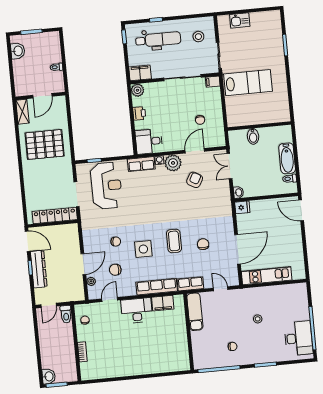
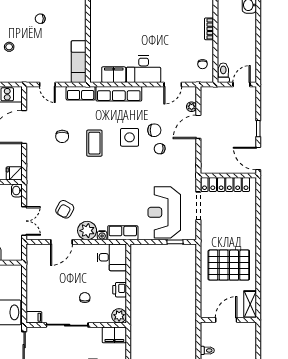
chair: (200, 120) -> (85, 298), moved
dresser: (39, 269) -> (249, 126), removed
chair: (115, 270) -> (154, 130), moved

